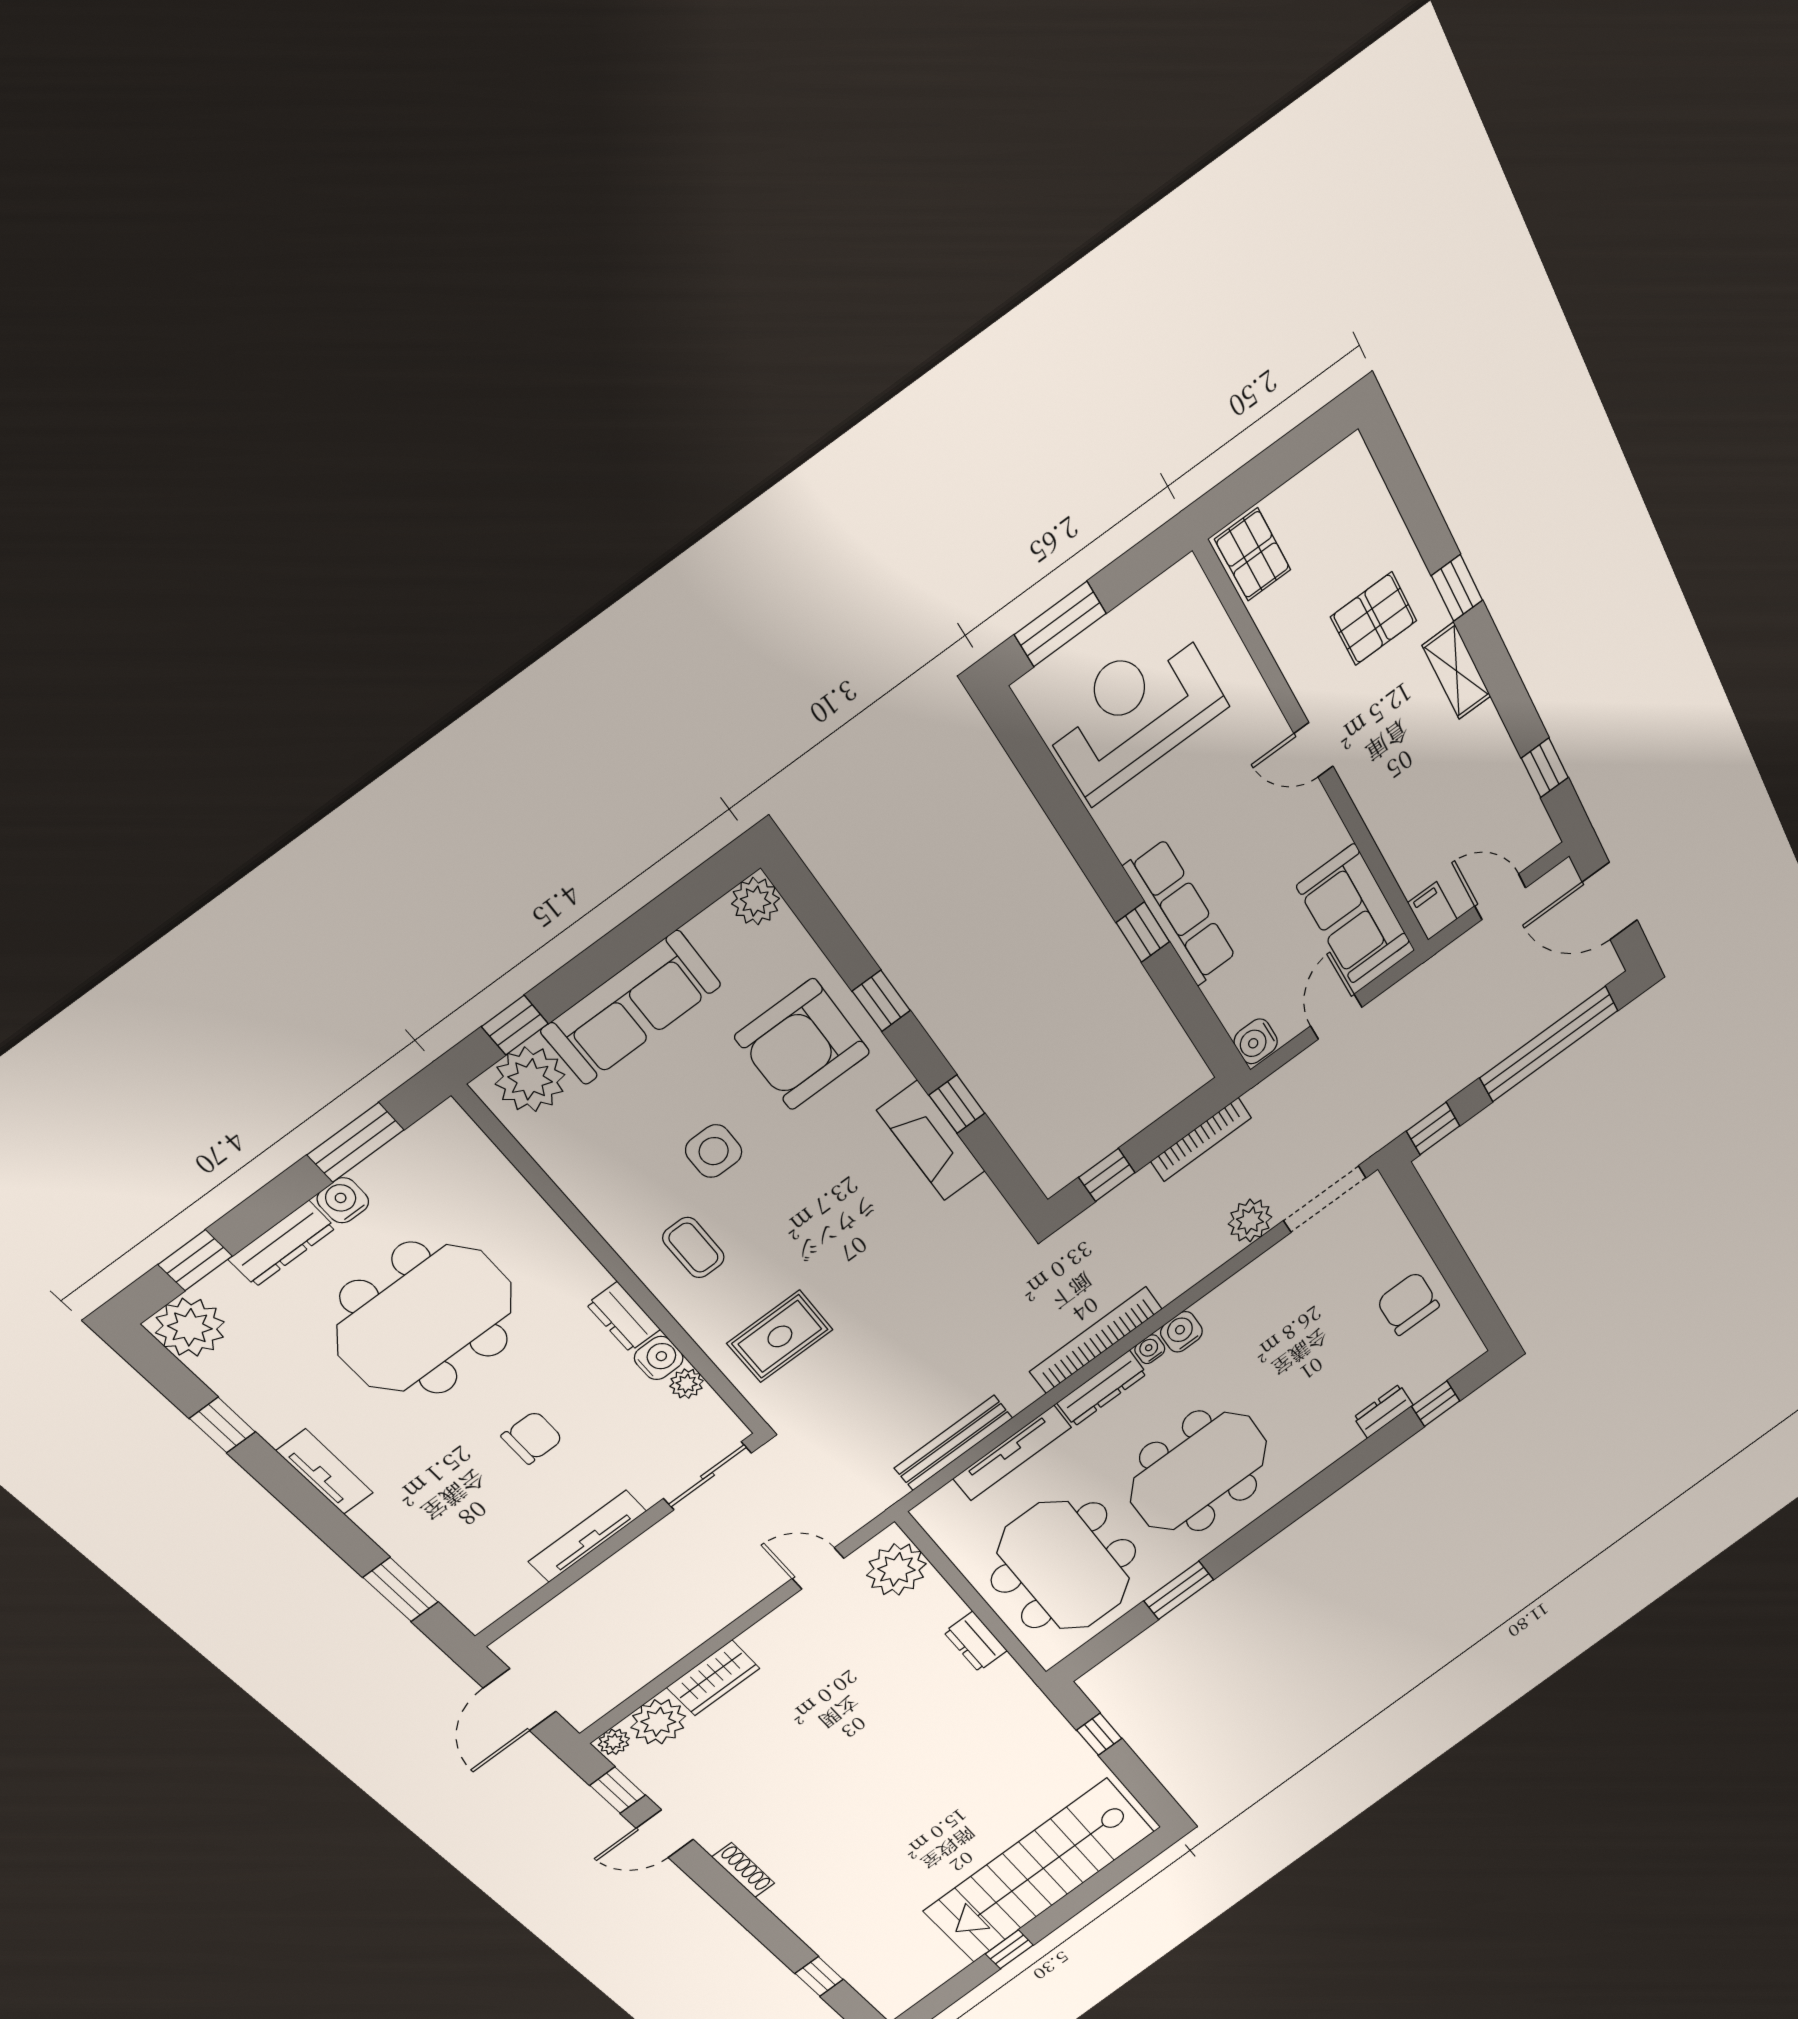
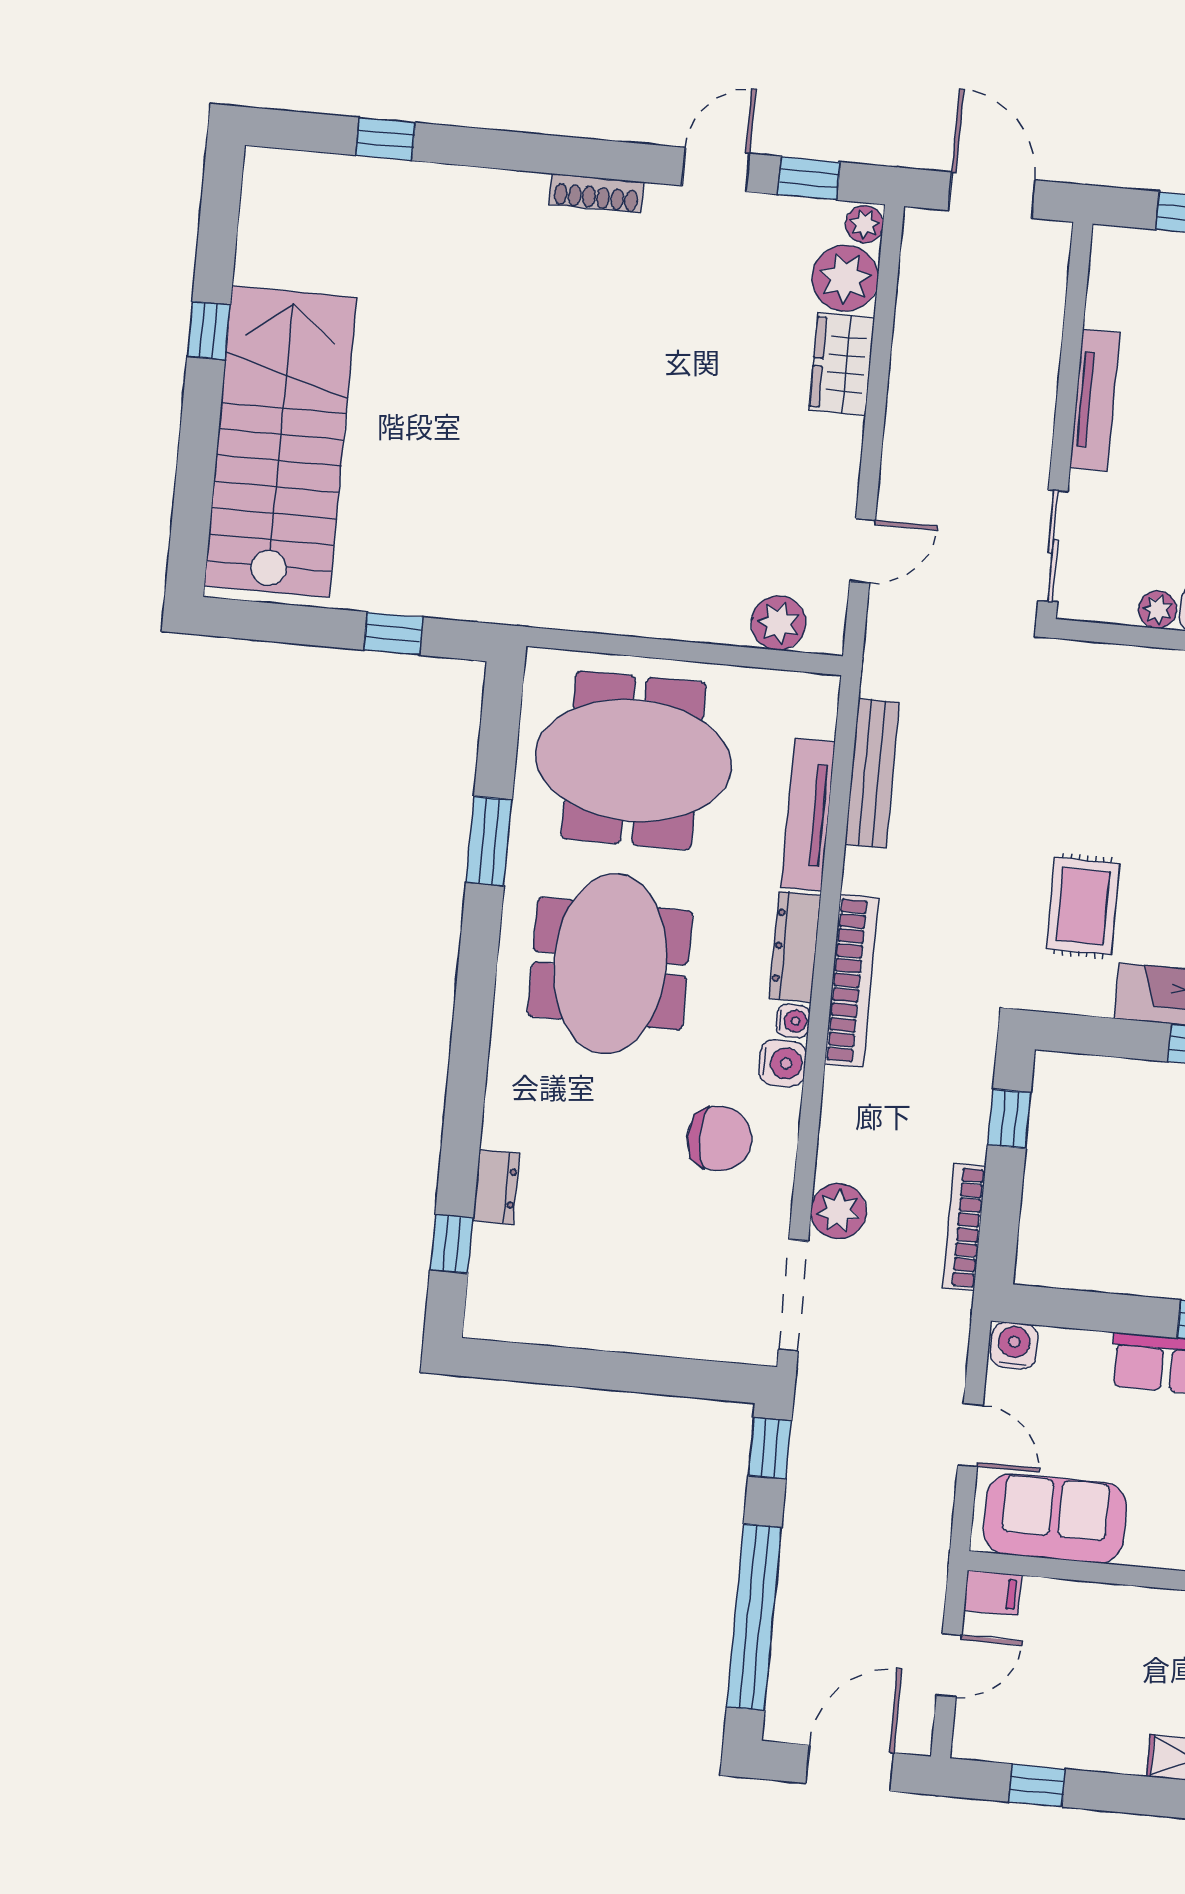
chair: (1408, 1303) -> (719, 1139), moved
rug: (780, 1336) -> (1083, 906), moved
plant: (896, 1569) -> (779, 623), width x0.73, depth x0.73
dresser: (976, 1642) -> (633, 614), removed

